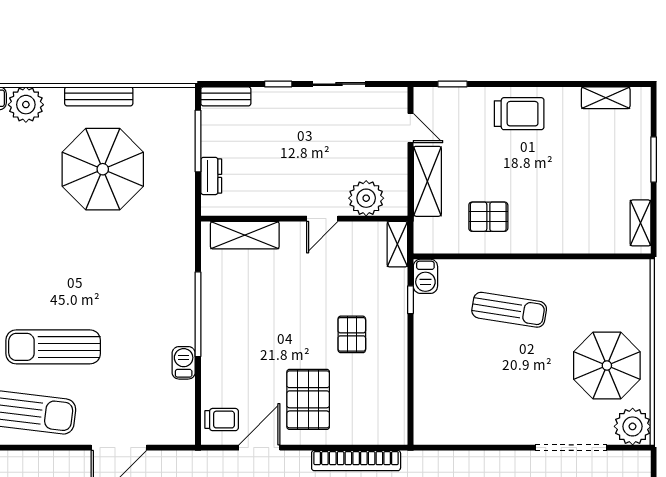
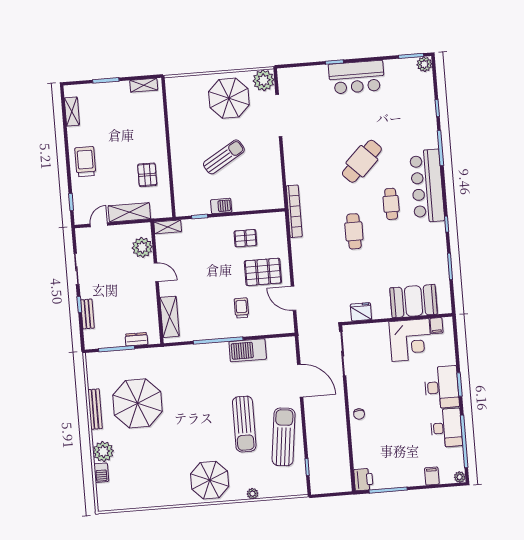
bench: (226, 96) -> (87, 314), moved
barbecue: (425, 276) -> (221, 206), moved
sun lounger: (509, 310) -> (224, 157), moved, turned 50
pallet: (352, 334) -> (245, 238), moved
barbecue: (184, 363) -> (248, 350), width x1.88, depth x1.53
trolley: (222, 420) -> (241, 308), moved
bookcase: (356, 461) -> (294, 211), moved

